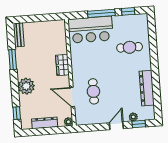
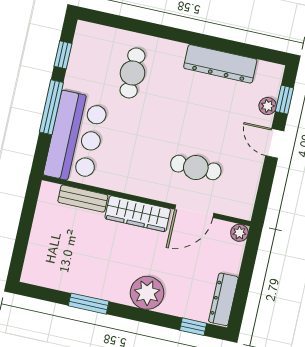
bench: (19, 35) -> (83, 199), moved
wardrobe: (62, 65) -> (138, 214), width x1.50
dresser: (45, 123) -> (223, 299), moved

